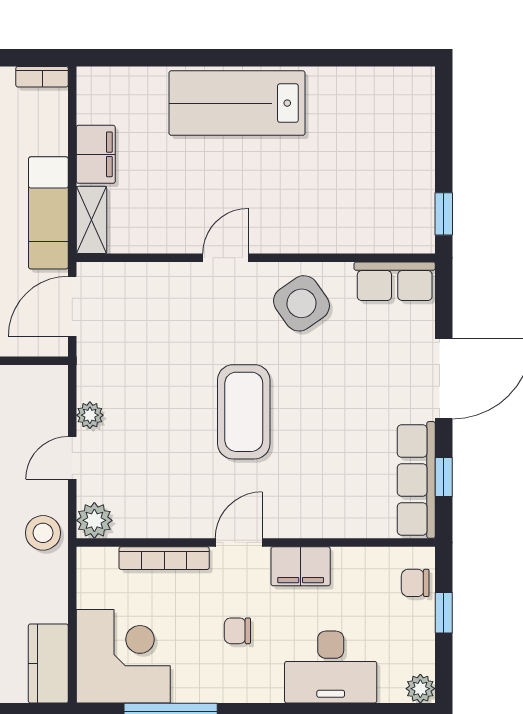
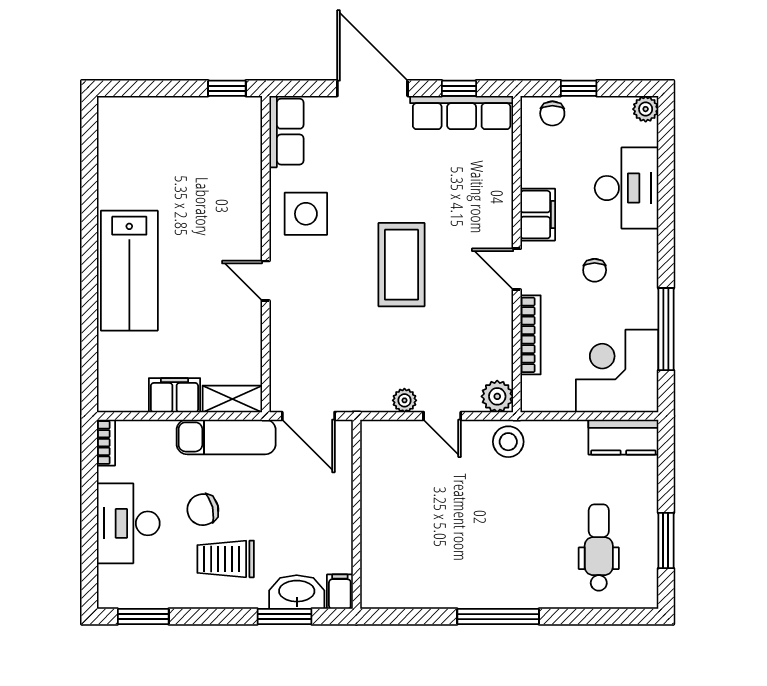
side table: (301, 303) -> (306, 214), turned 35
coffee table: (244, 412) -> (401, 265), turned 90

